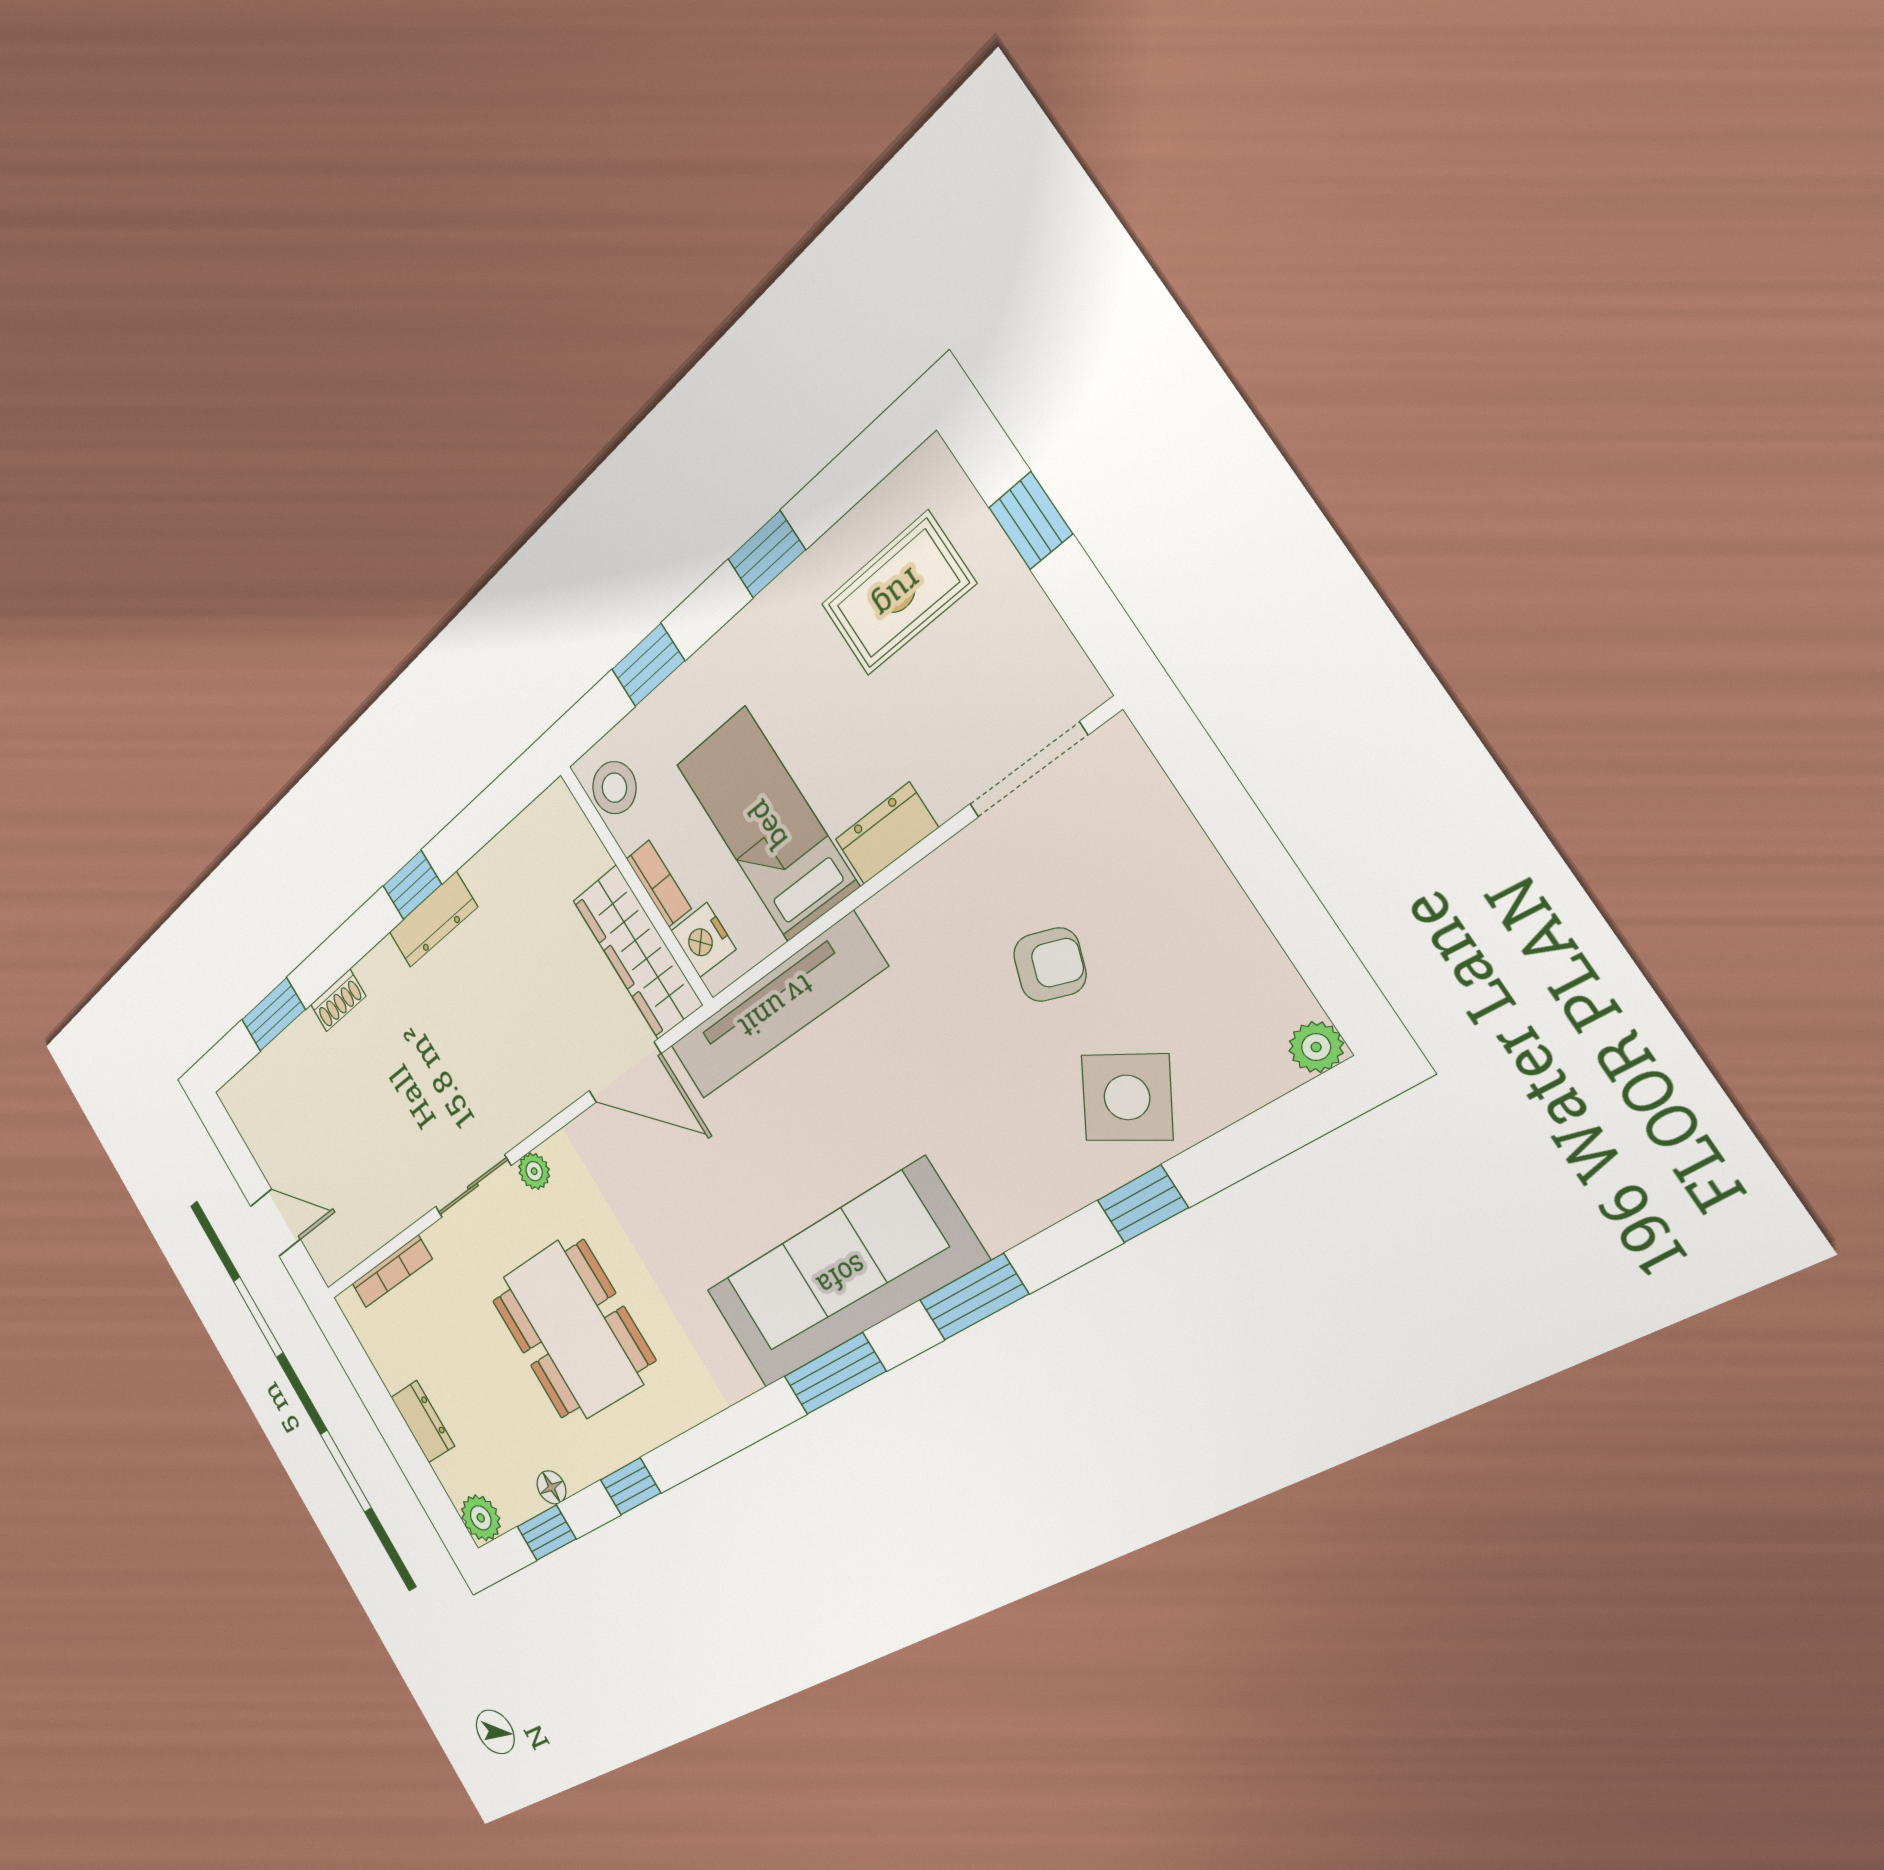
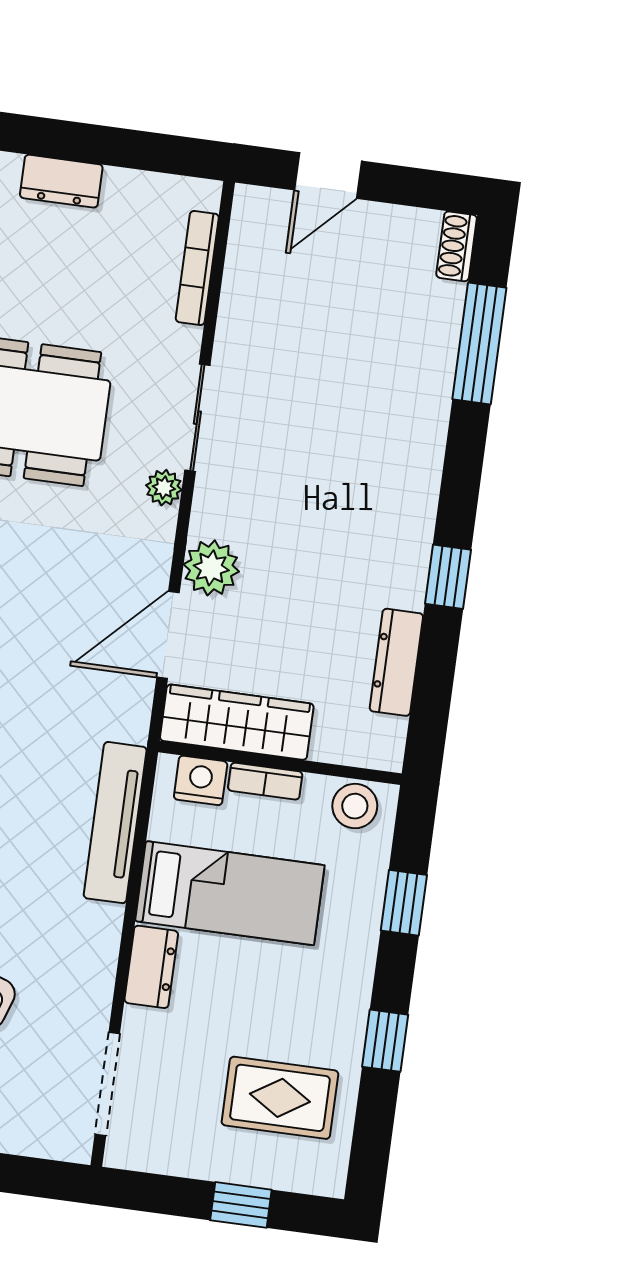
rug: (898, 594) -> (280, 1098), turned 90
dresser: (433, 920) -> (396, 662), moved
shoe rack: (338, 1000) -> (457, 246), moved
tv unit: (776, 1007) -> (115, 823), width x0.73, depth x0.78
window: (273, 1015) -> (479, 344), width x1.44
plant: (554, 1081) -> (211, 568), added

